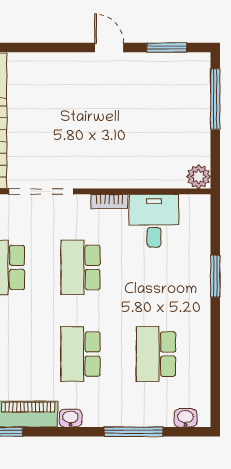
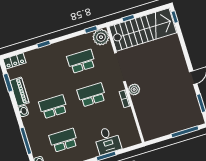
plant: (199, 177) -> (134, 89), moved
desk: (154, 221) -> (107, 140), moved, turned 90

